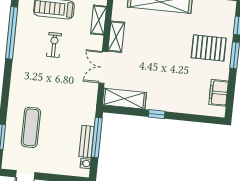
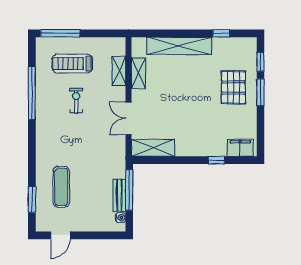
shelving: (116, 37) -> (138, 73), moved
pallet: (209, 48) -> (233, 88), turned 90
filing cabinet: (219, 93) -> (240, 148), moved, turned 90
window: (157, 114) -> (216, 160), moved

